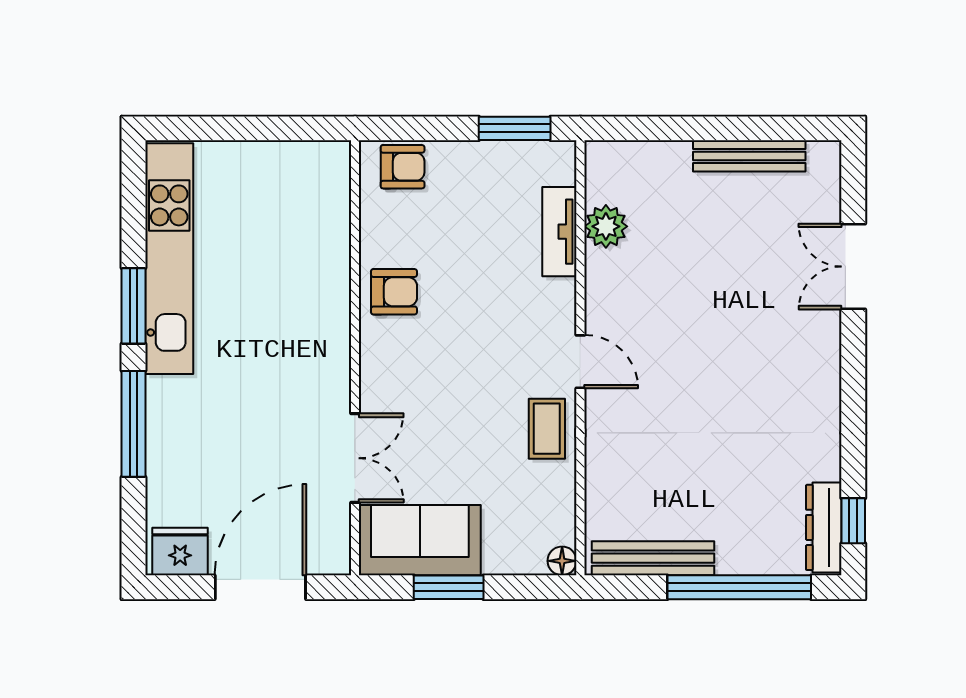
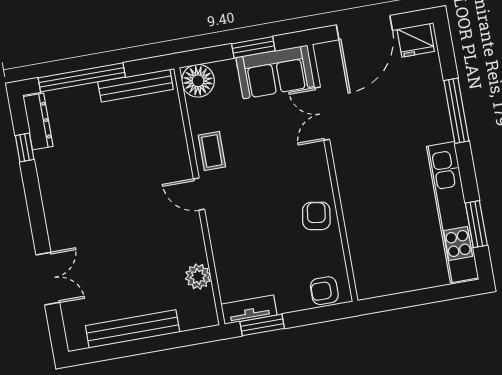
bench: (749, 156) -> (133, 329), width x1.37, depth x1.21
tv unit: (559, 232) -> (249, 310), moved, turned -90
armchair: (394, 292) -> (316, 216), turned 99
window: (133, 306) -> (476, 224), moved
window: (853, 521) -> (25, 148), moved
floor lamp: (562, 561) -> (198, 81), width x1.89, depth x1.89

